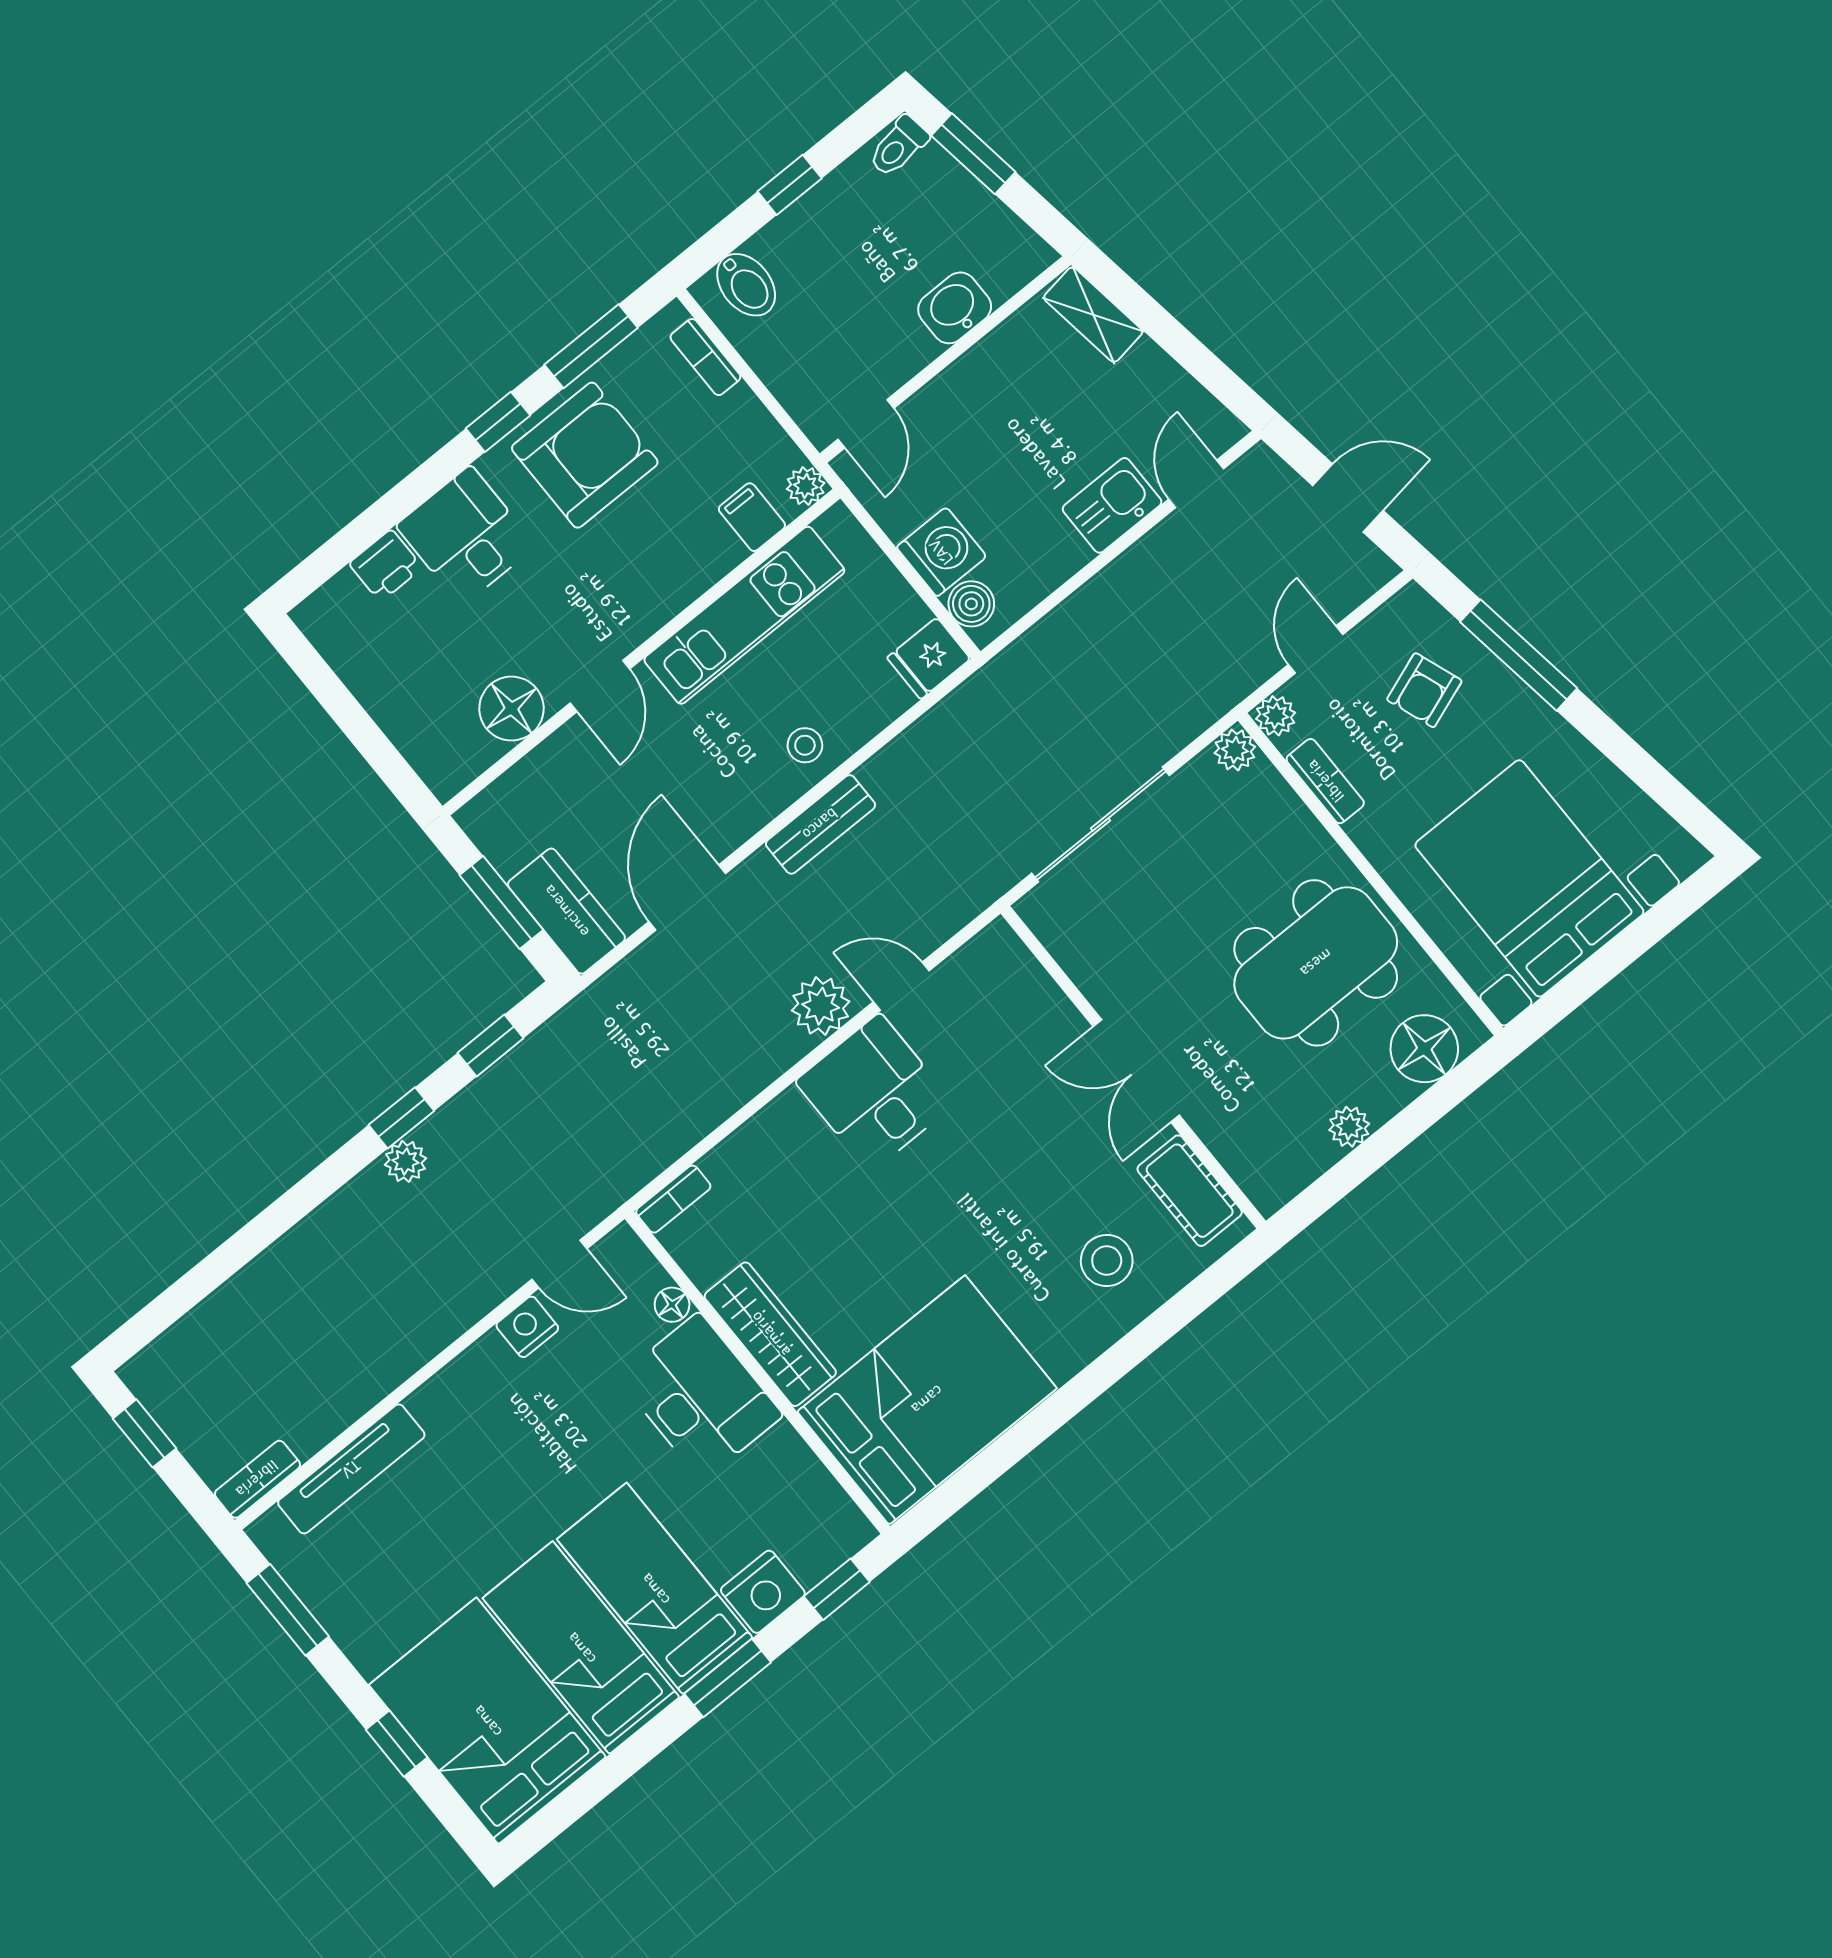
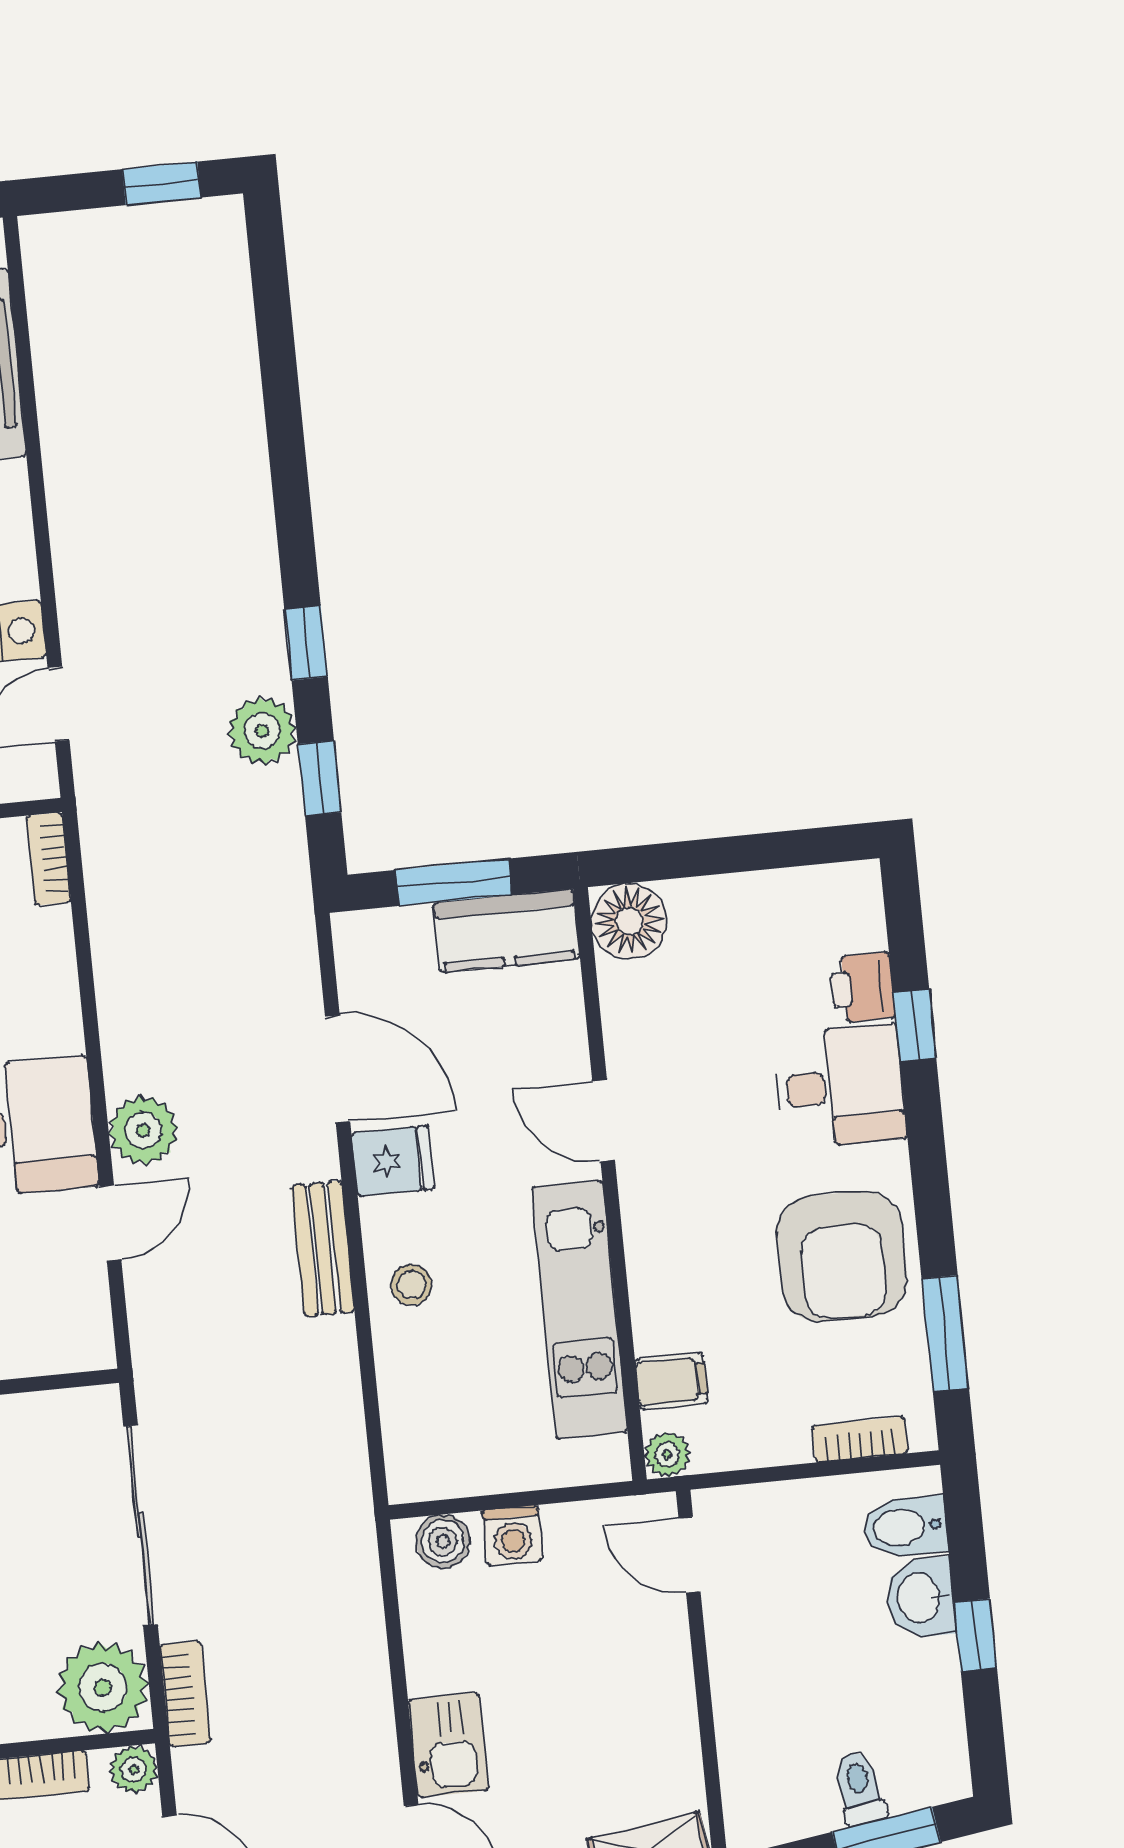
toilet: (898, 146) -> (860, 1788), moved
washbasin: (955, 308) -> (920, 1598), moved, turned 180
window: (498, 422) -> (915, 1025), moved
washing machine: (941, 552) -> (513, 1535), width x0.73, depth x0.73
fridge: (929, 658) -> (393, 1161), moved, turned 90
floor lamp: (511, 709) -> (629, 921), moved
plant: (1235, 750) -> (103, 1687), width x1.88, depth x1.88
kitchen counter: (566, 911) -> (507, 931), moved
plant: (405, 1161) -> (262, 731), moved, width x1.38, depth x1.38
bookcase: (257, 1479) -> (185, 1694), moved

